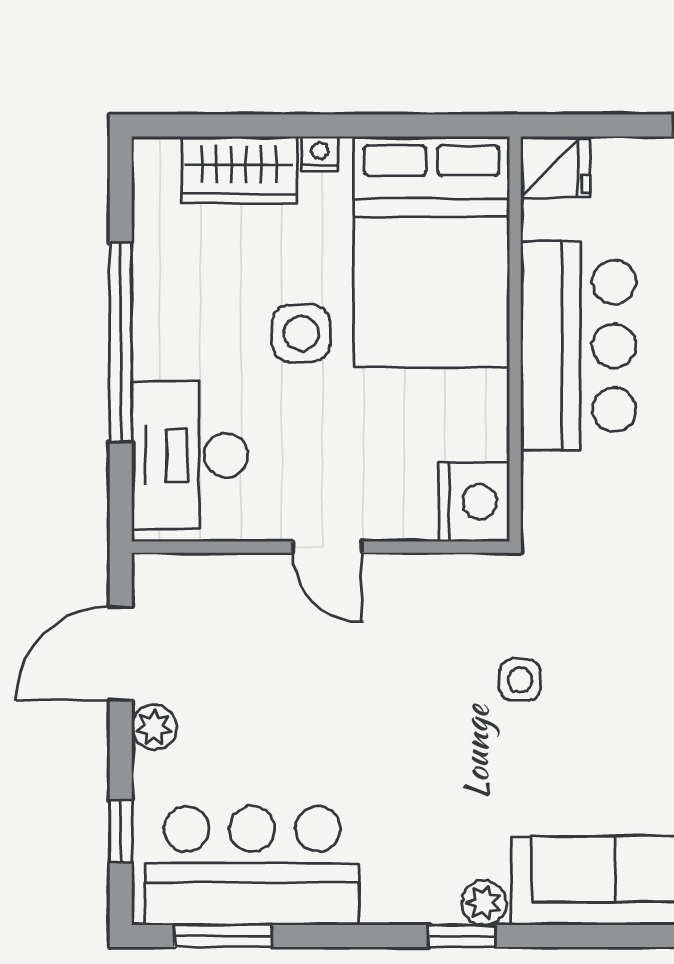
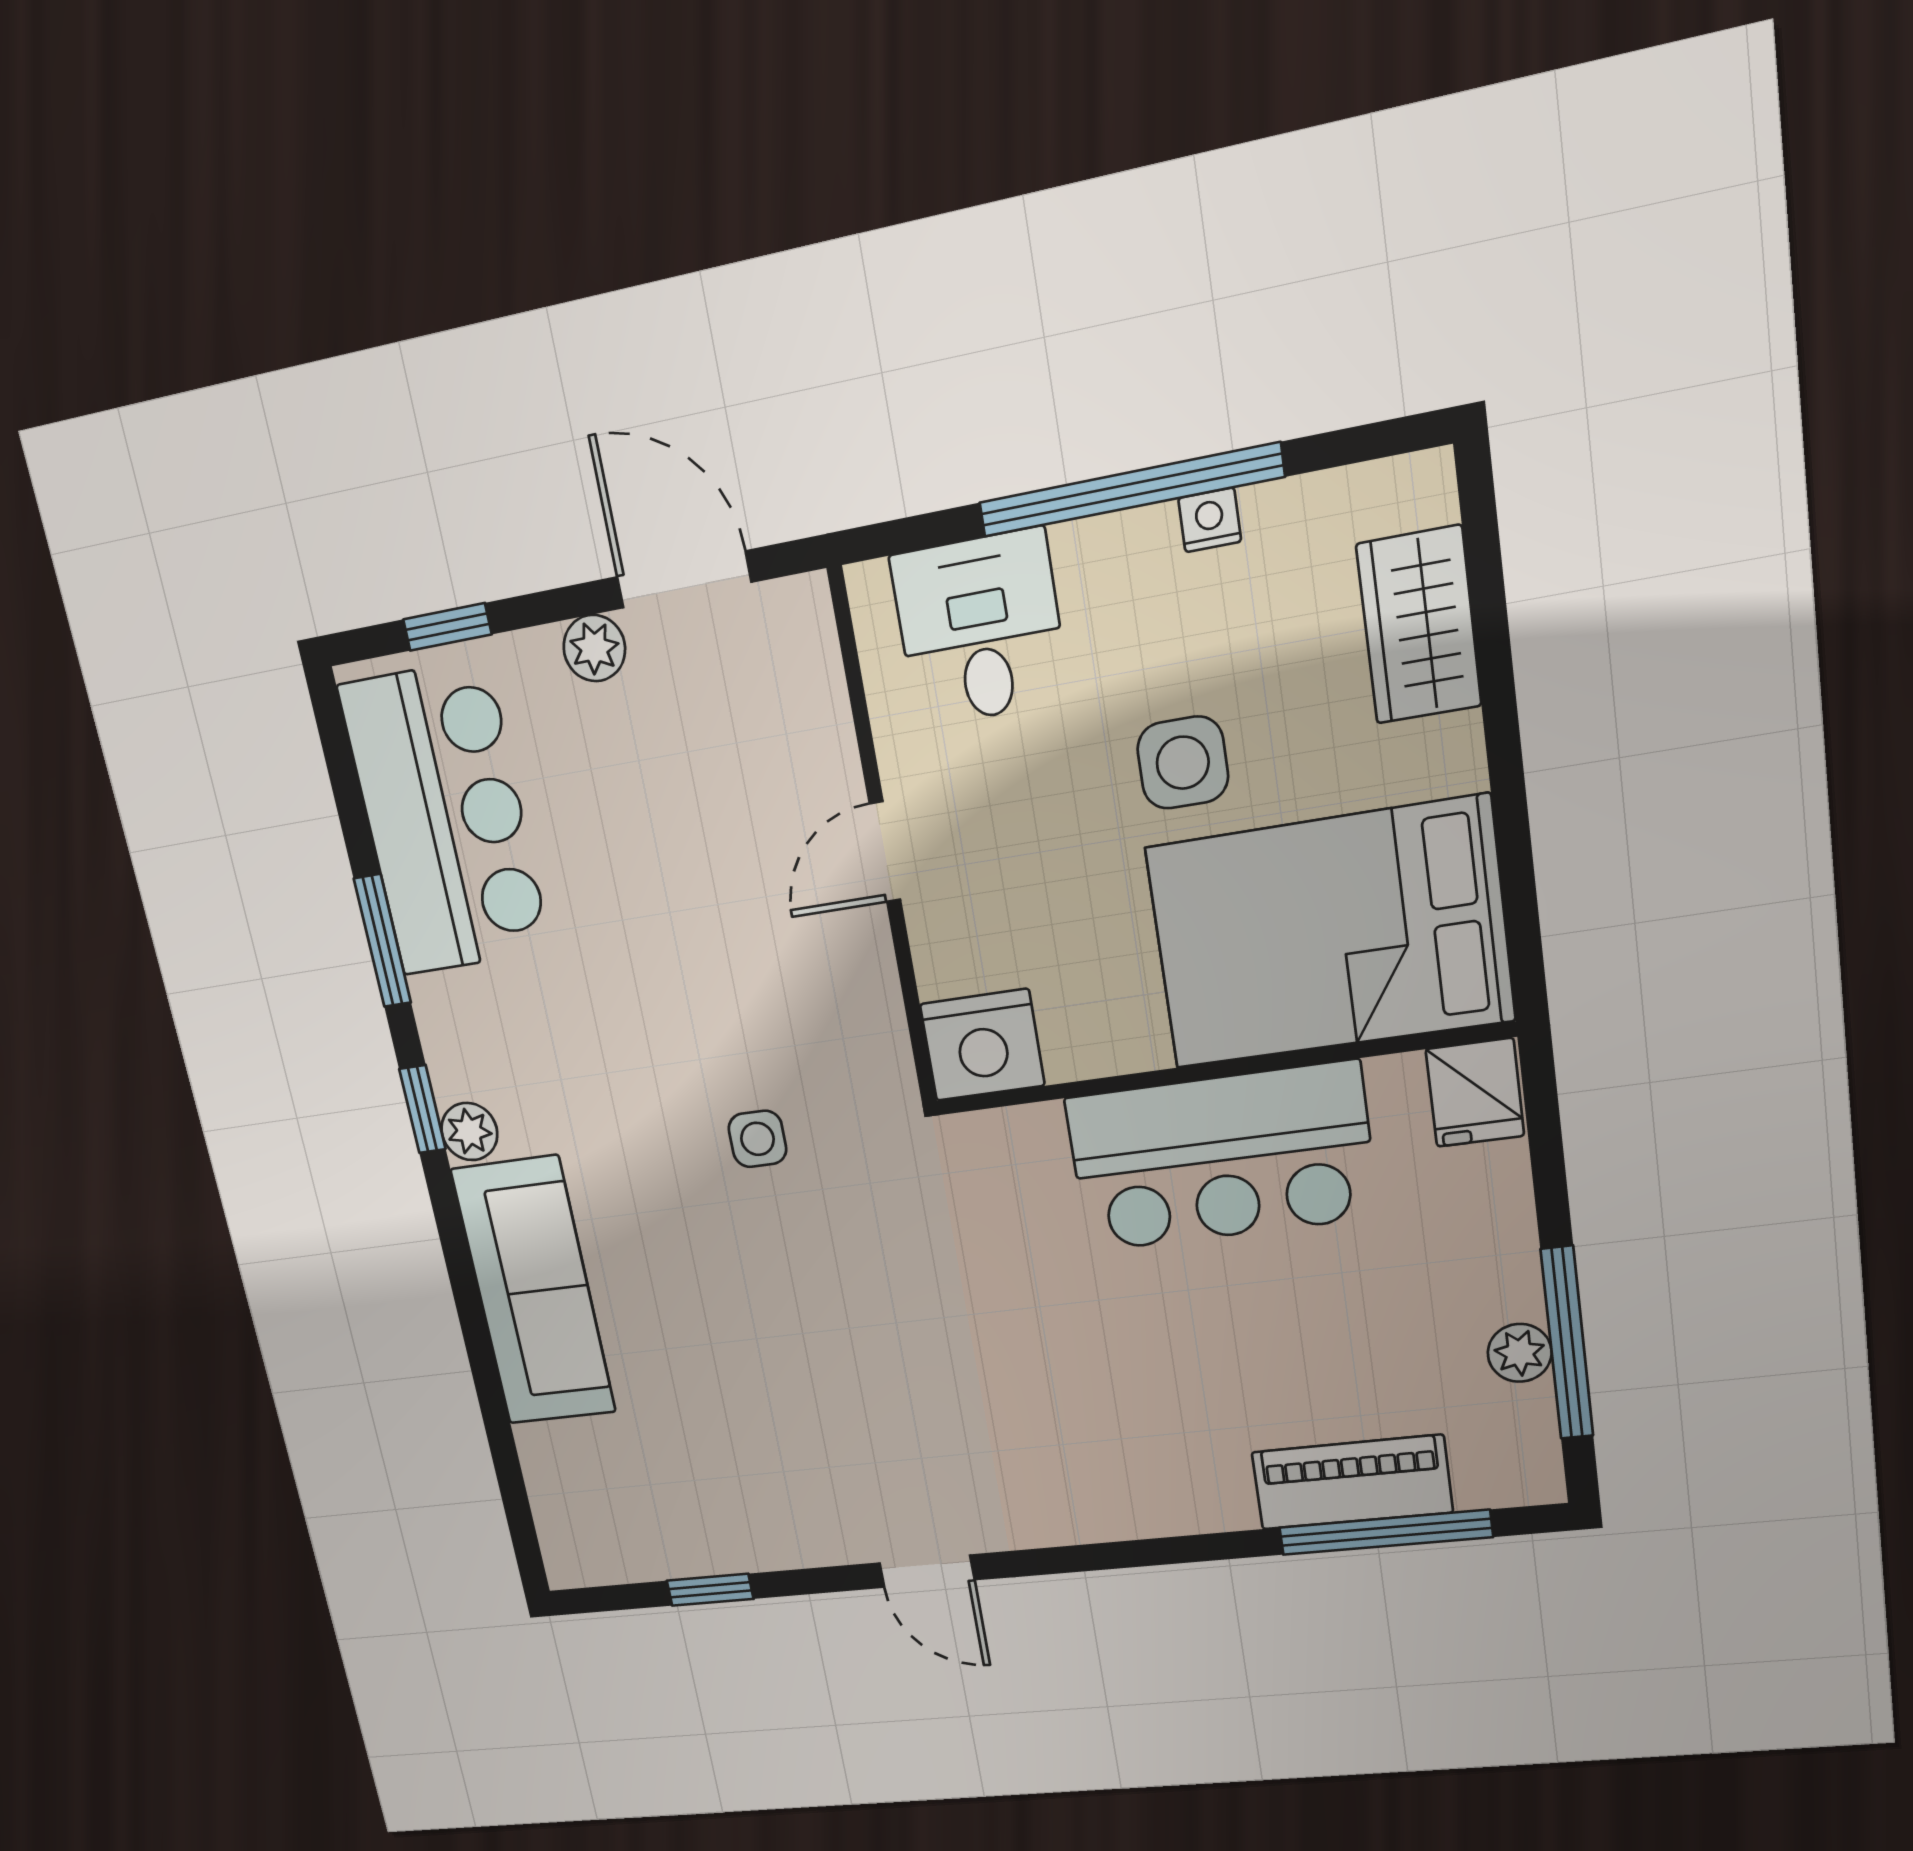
nightstand: (320, 154) -> (1210, 520), moved, turned -90
desk: (190, 455) -> (980, 628), width x0.73
window: (223, 936) -> (382, 941), moved

